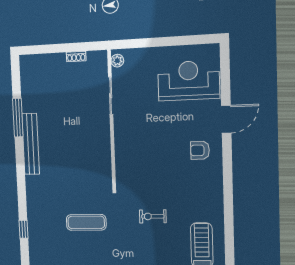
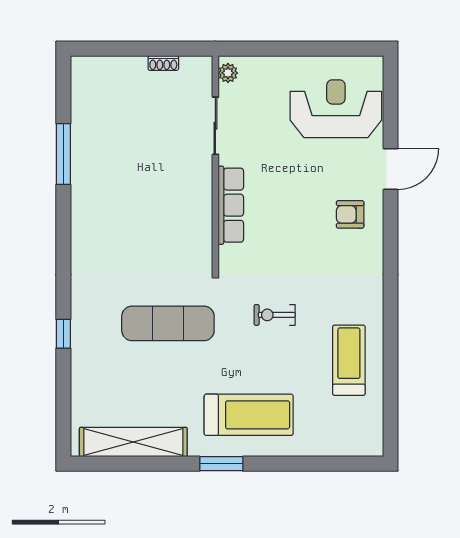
bench: (31, 144) -> (82, 196), removed
row of seats: (122, 147) -> (231, 205), added
exercise mat: (86, 222) -> (168, 323), width x1.36, depth x1.45

